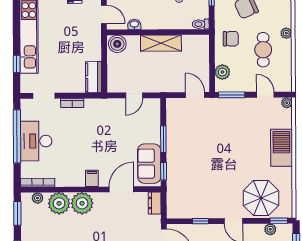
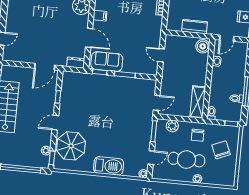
shelving: (161, 43) -> (198, 102), moved
cafe table: (263, 50) -> (186, 160), width x1.37, depth x1.35
kitchen counter: (94, 77) -> (195, 27), moved

